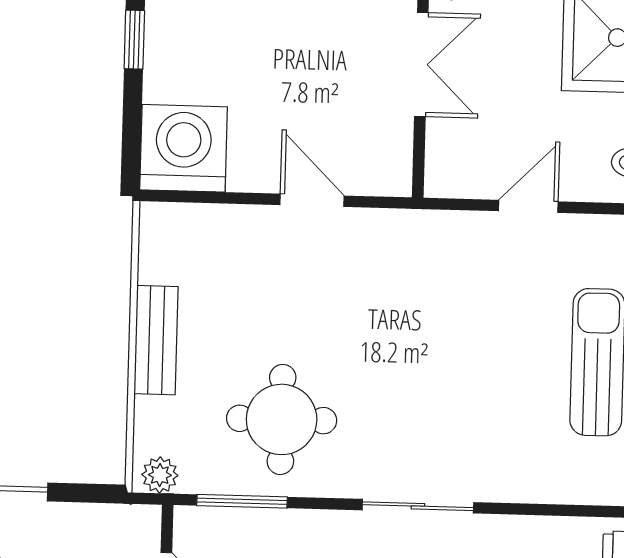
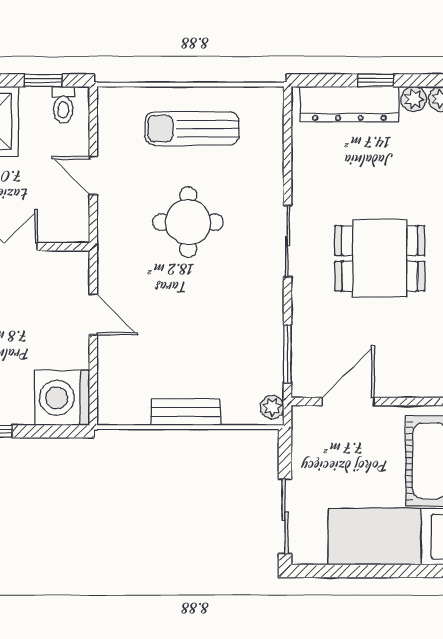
door: (312, 200) -> (93, 314), swing flipped
round table: (282, 419) -> (188, 222), moved

